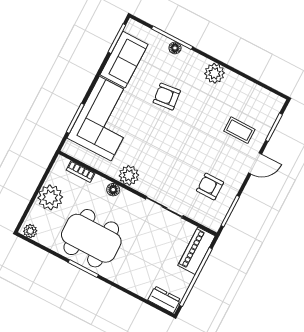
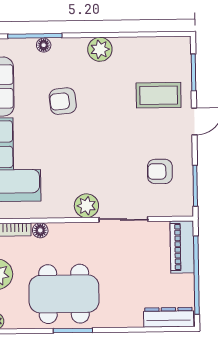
coffee table: (239, 130) -> (159, 95), width x1.36, depth x1.30
plant: (129, 175) -> (86, 206), moved
floor lamp: (113, 190) -> (40, 230), moved
dresser: (164, 300) -> (169, 317), width x1.44

